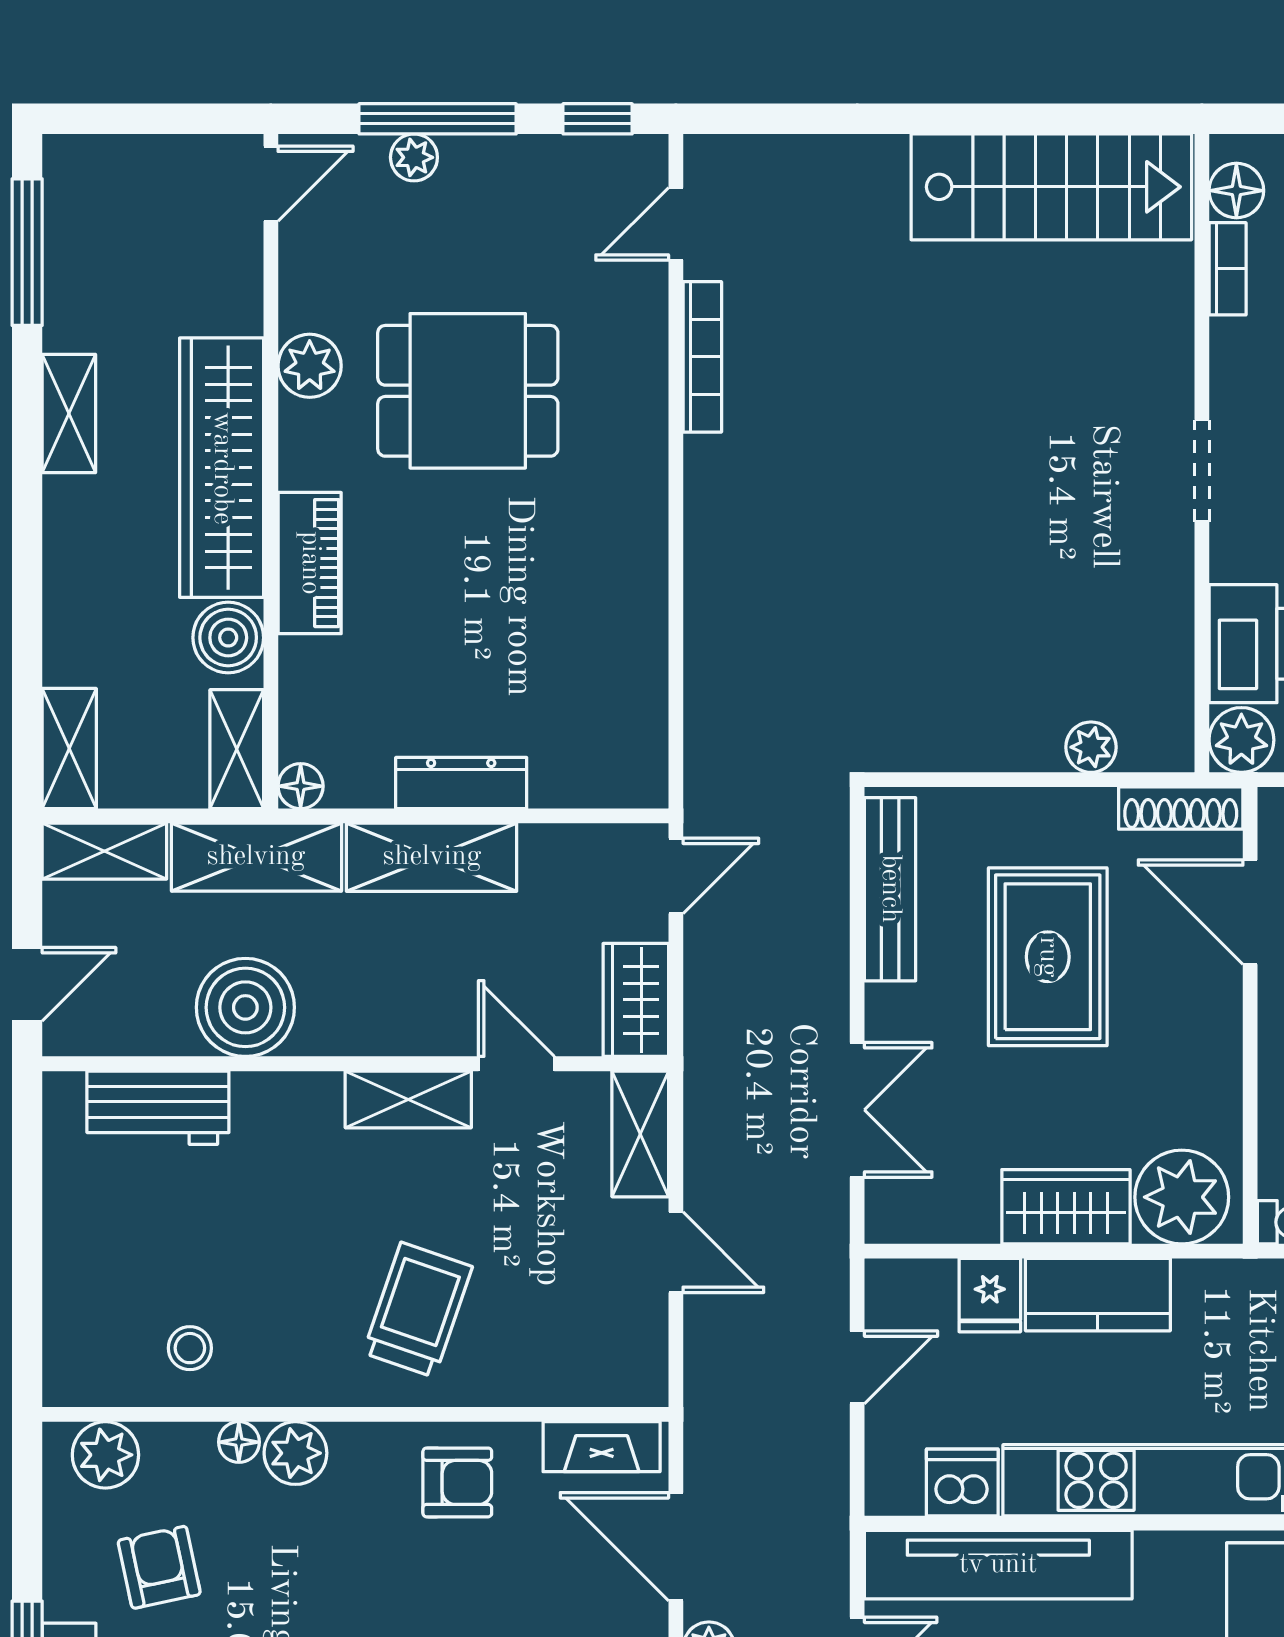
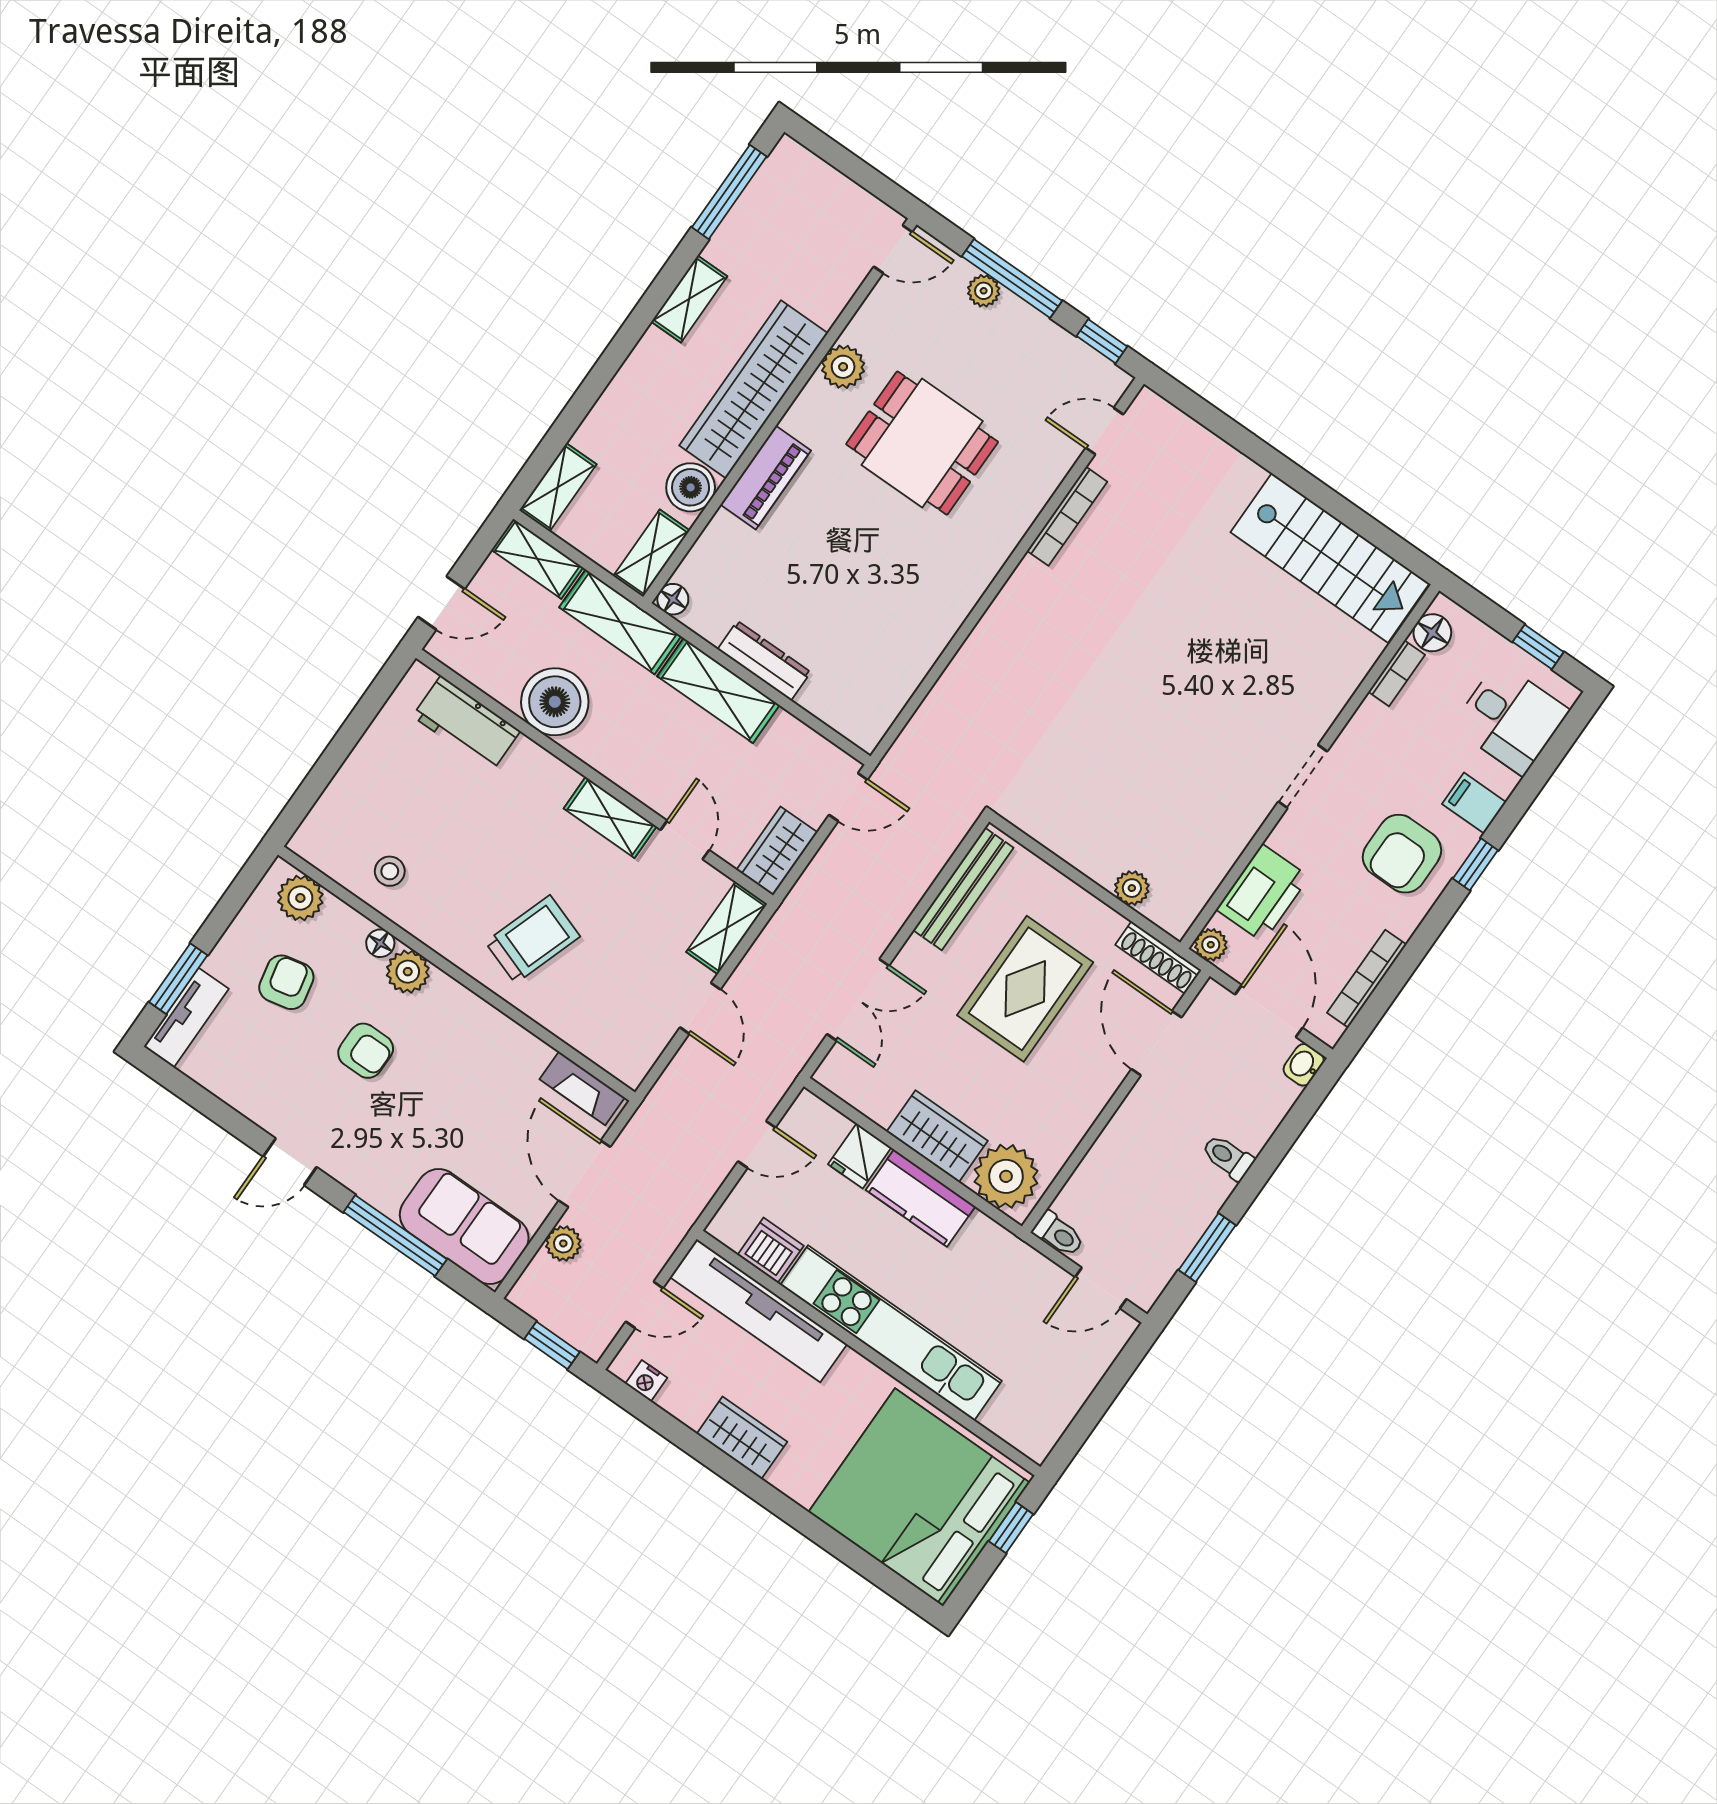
plant: (1241, 740) -> (1211, 945), width x0.73, depth x0.73
armchair: (457, 1482) -> (366, 1051), moved

